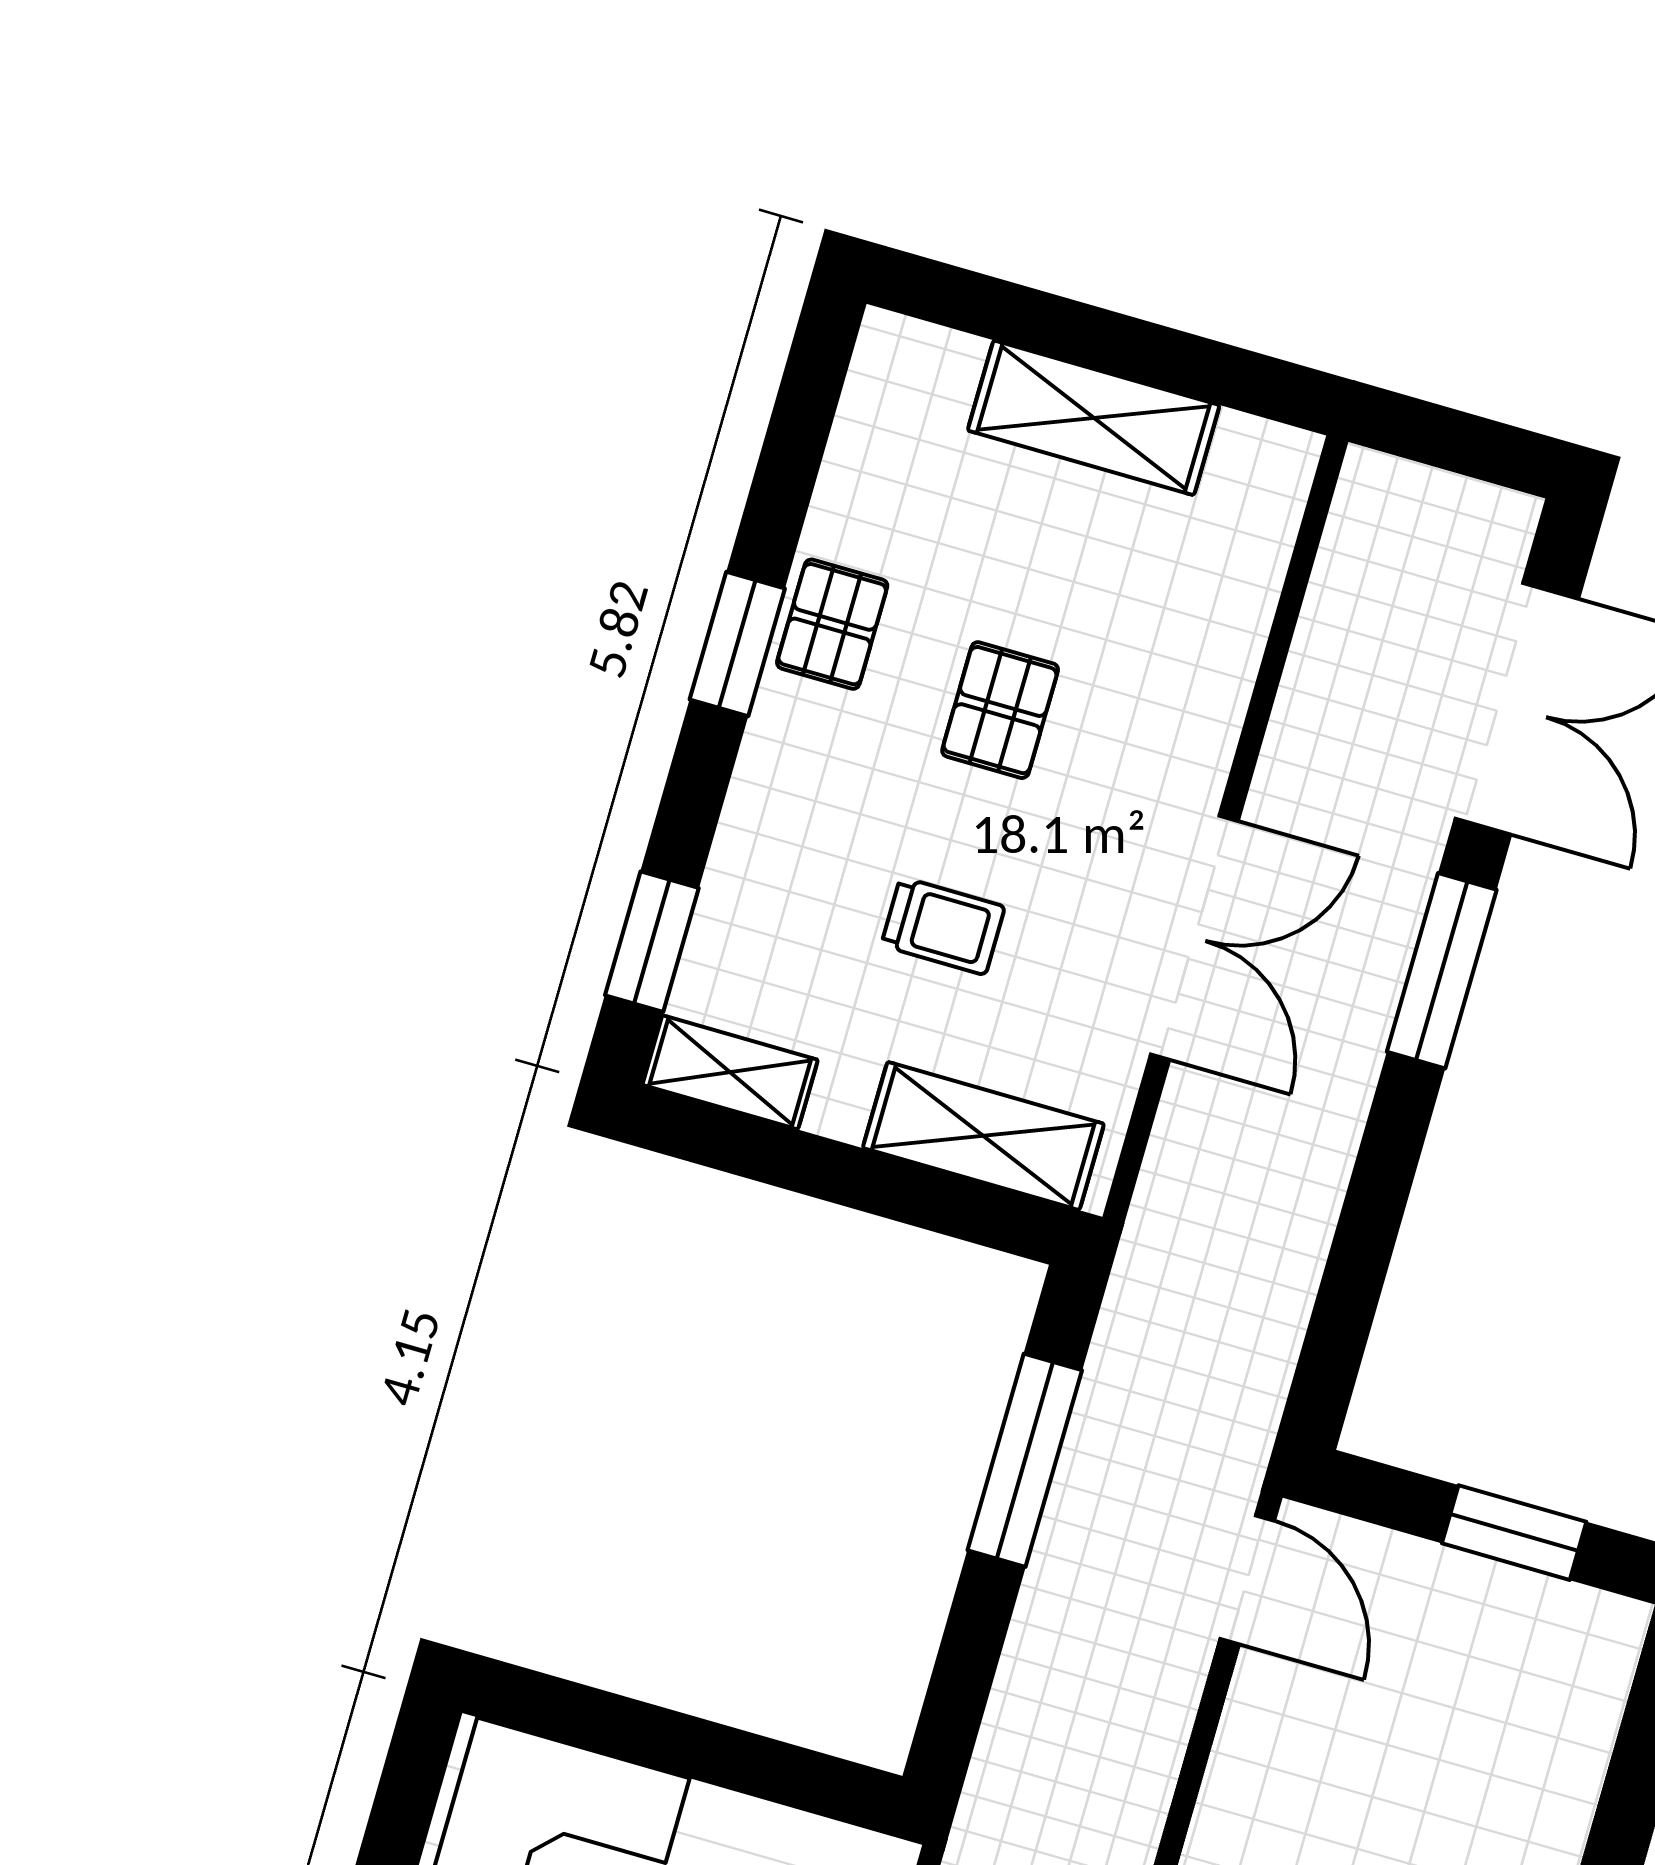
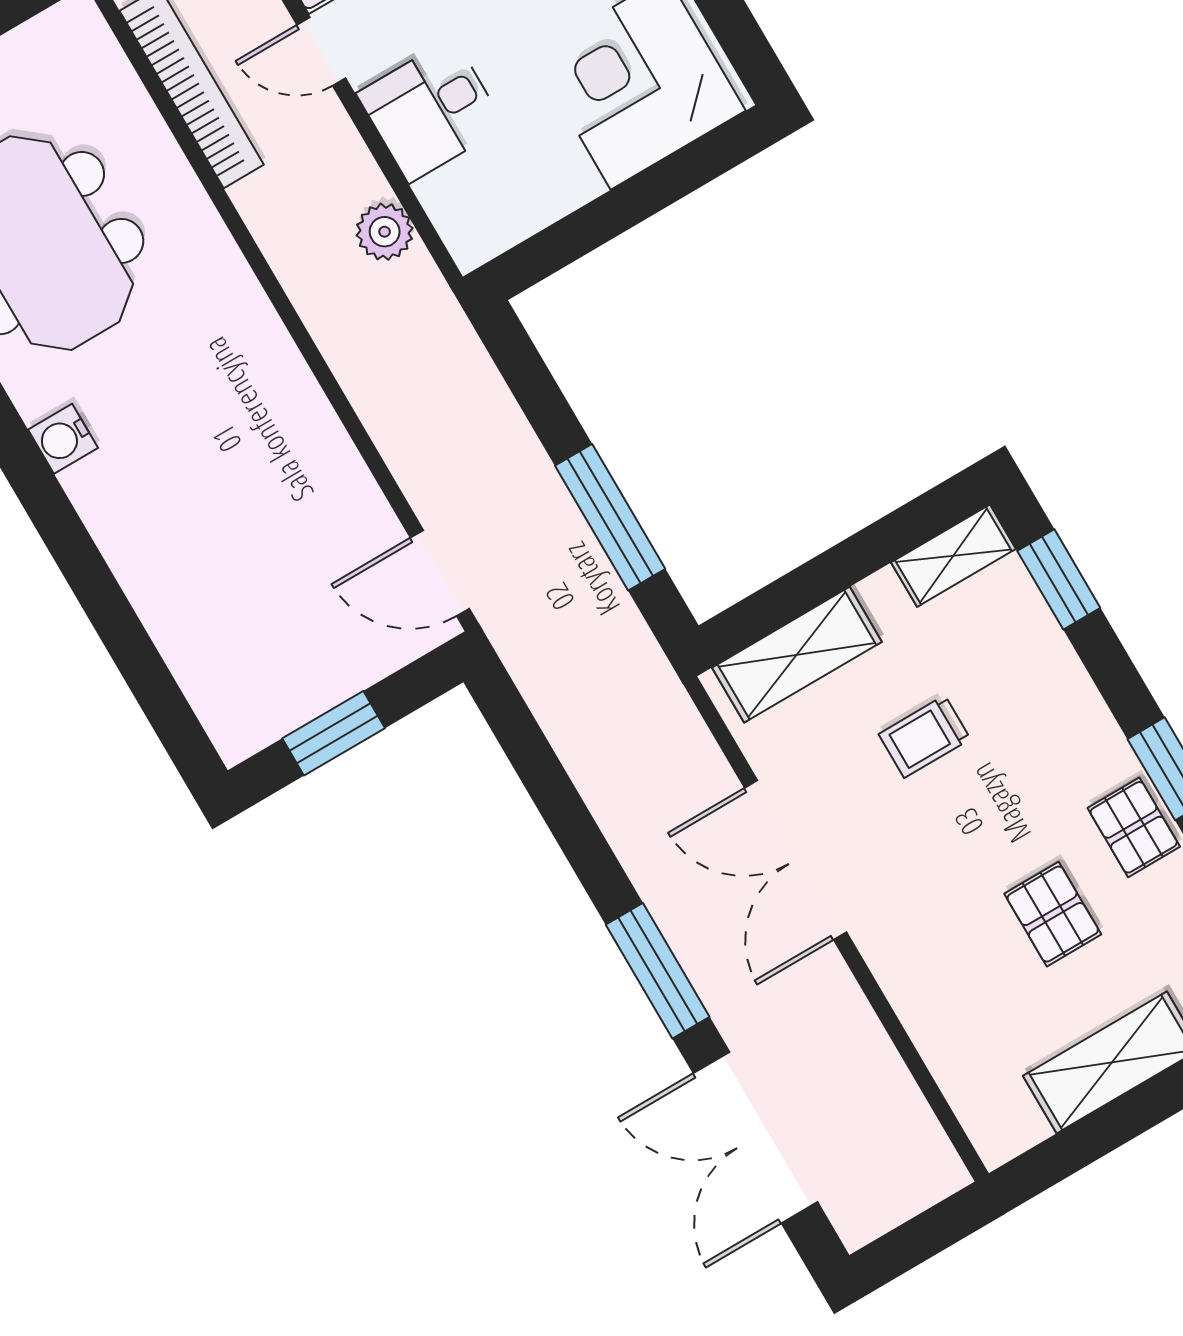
pallet: (1000, 710) -> (1053, 914), moved

